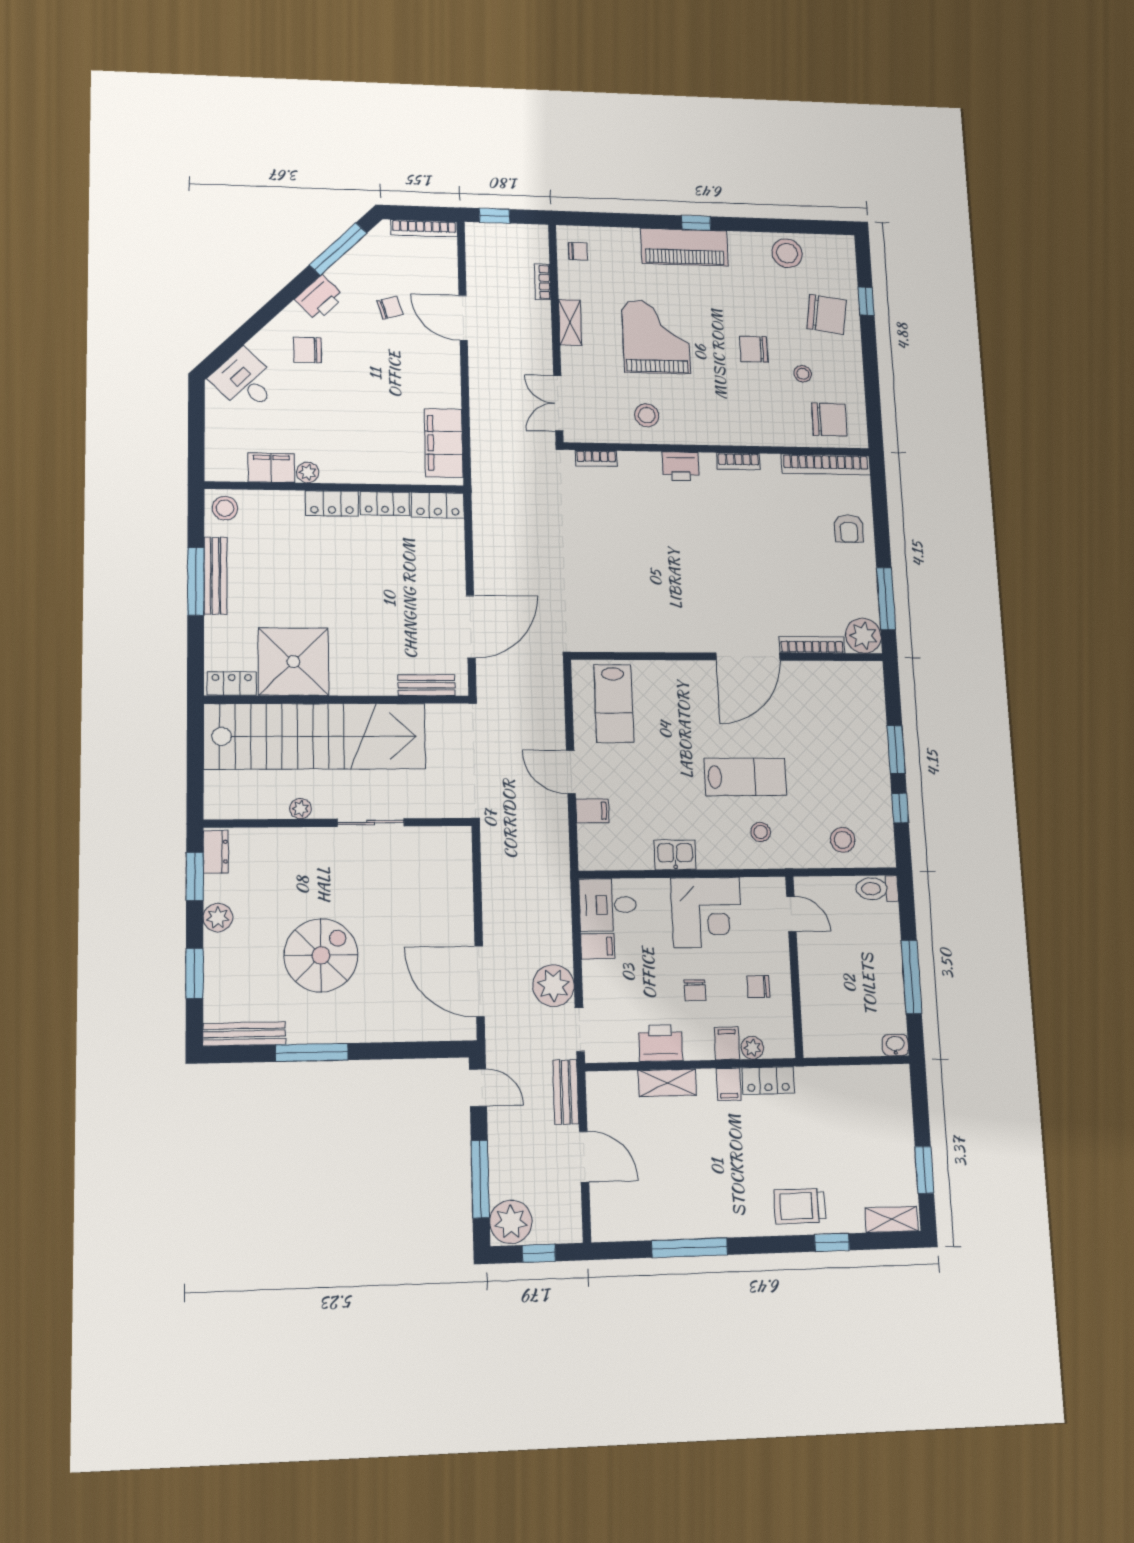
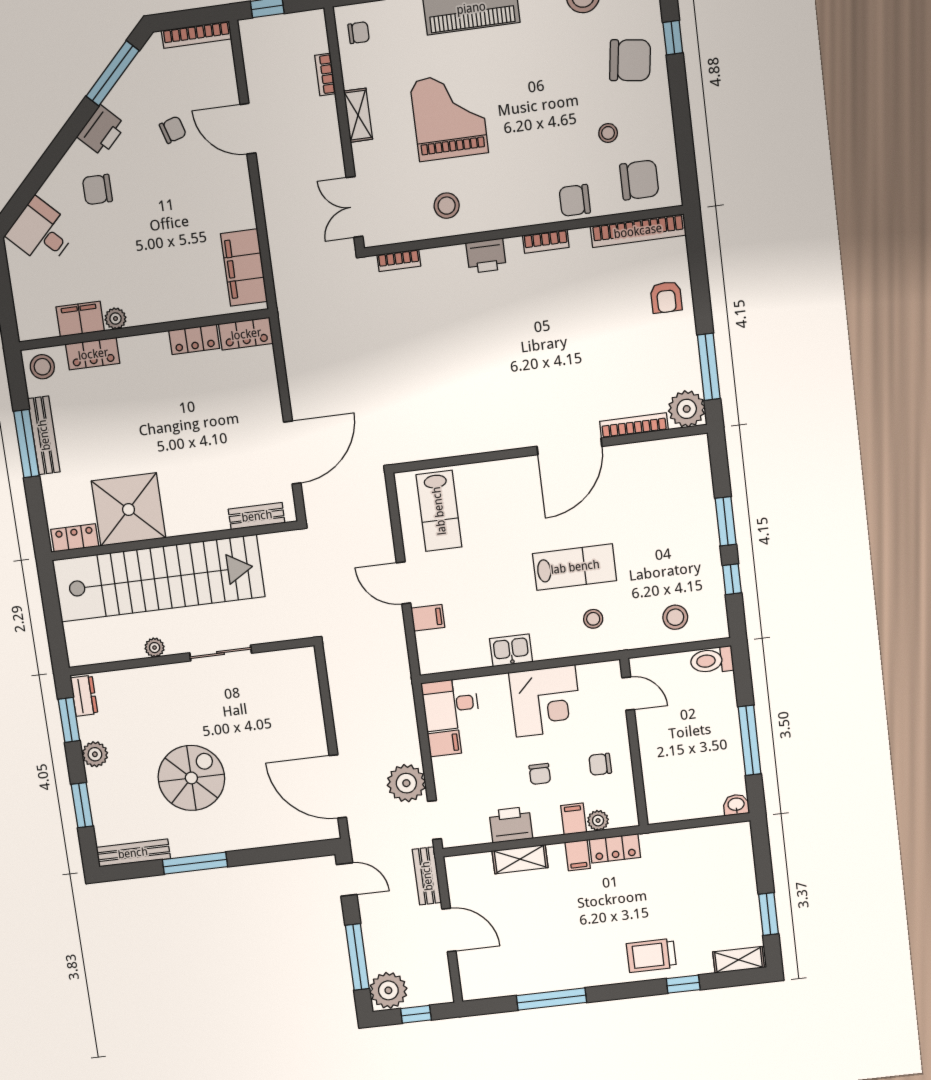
chair: (754, 349) -> (575, 200), moved
locker: (332, 504) -> (93, 354), moved

